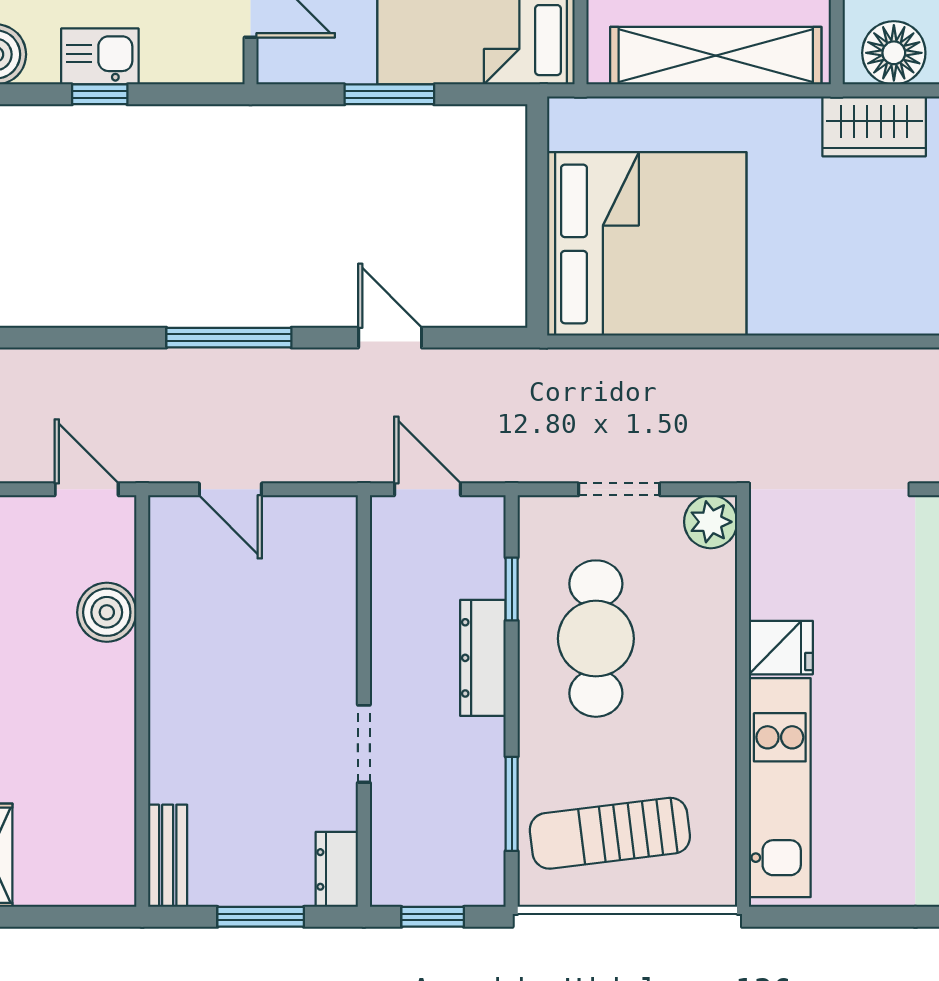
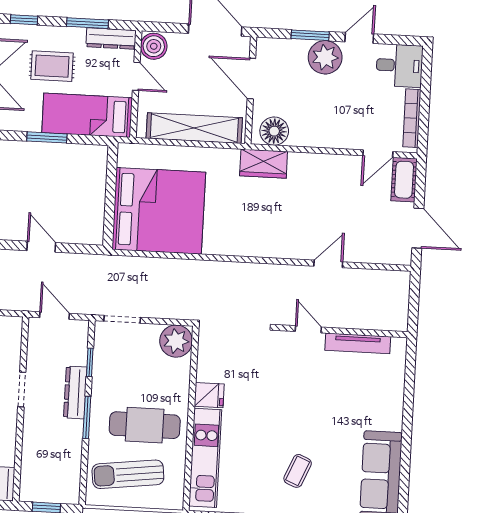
doorway: (619, 489) -> (122, 319), moved
plant: (711, 522) -> (176, 341), width x1.36, depth x1.36
cafe table: (596, 639) -> (145, 425), moved, turned 90
doorway: (364, 744) -> (22, 389), moved
window: (512, 804) -> (87, 417), moved

